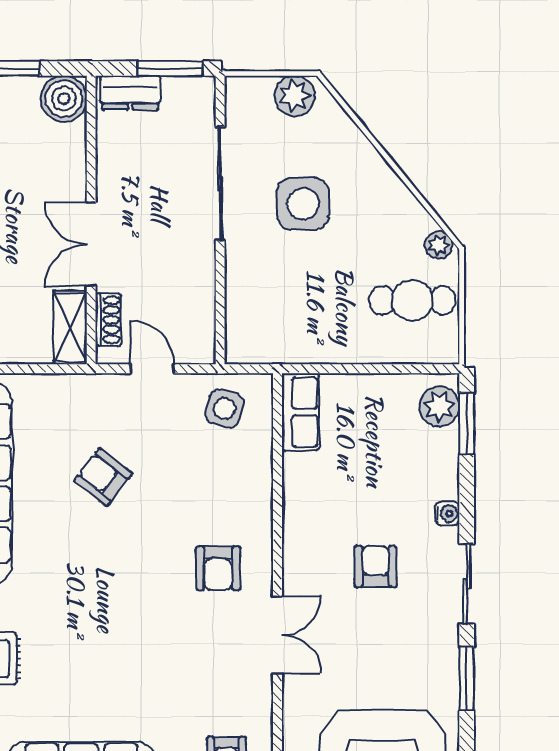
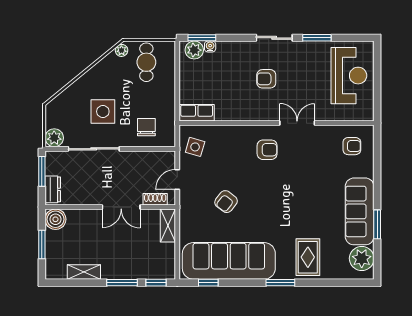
plant: (295, 96) -> (54, 138), moved
chair: (268, 300) -> (146, 127), added
shelving: (70, 327) -> (168, 226), moved, turned 90
water cooler: (447, 514) -> (210, 47), moved

